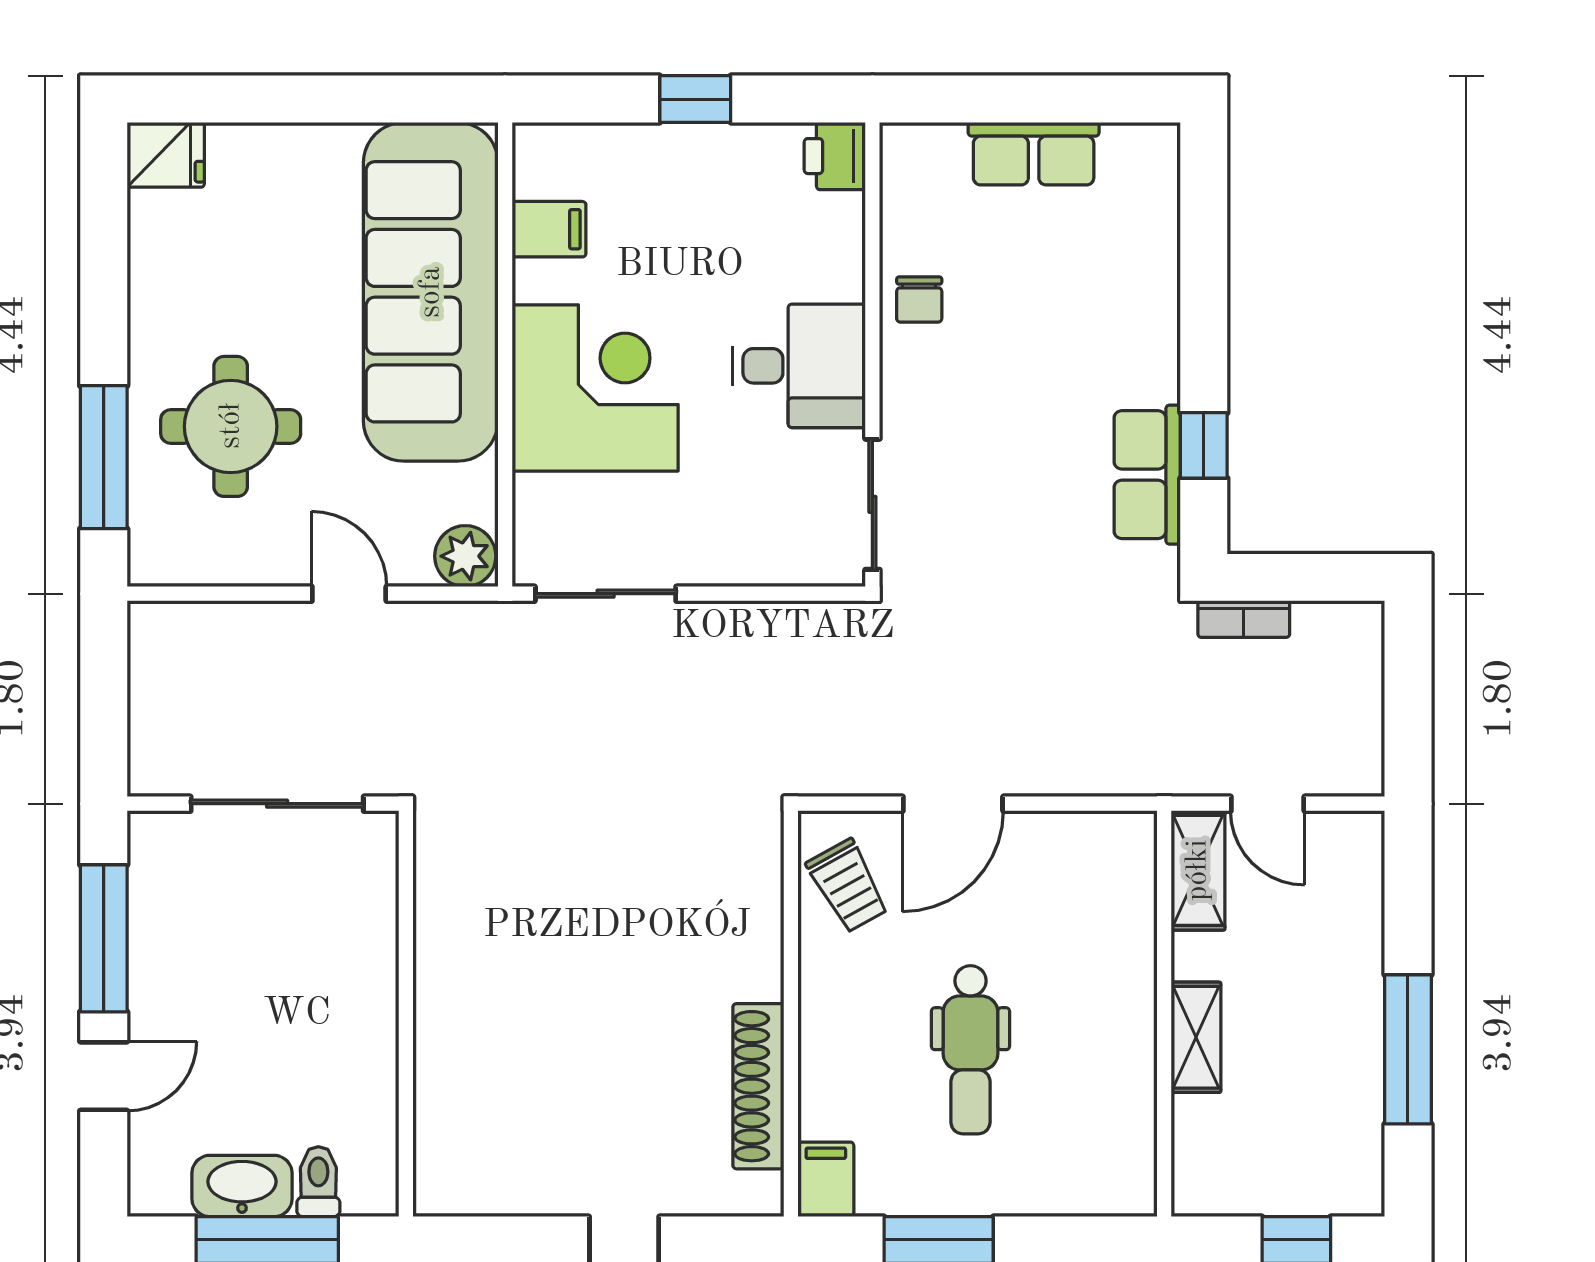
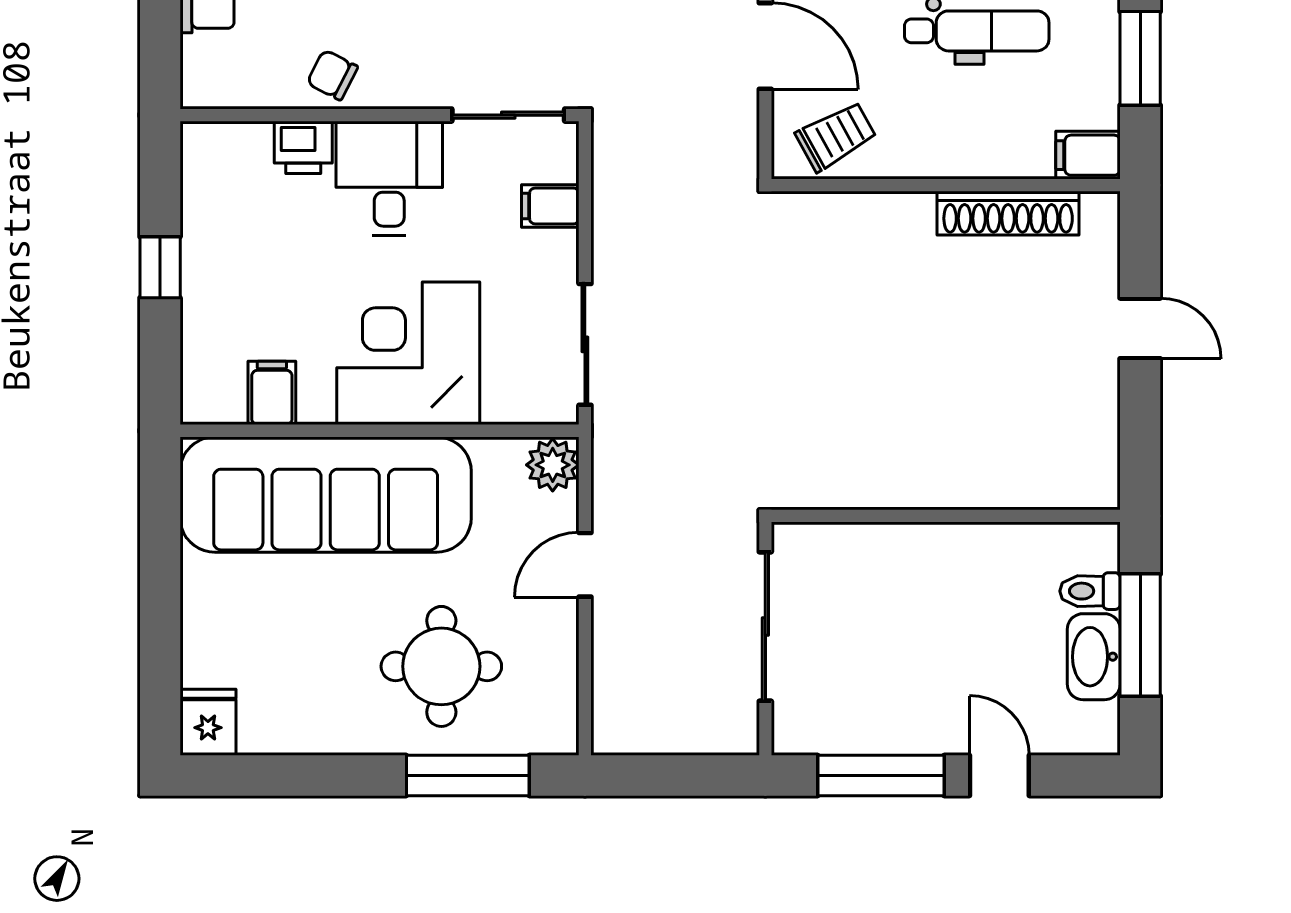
printer: (835, 156) -> (303, 147), moved
chair: (919, 300) -> (332, 75), turned -153
filing cabinet: (767, 553) -> (550, 206), added

